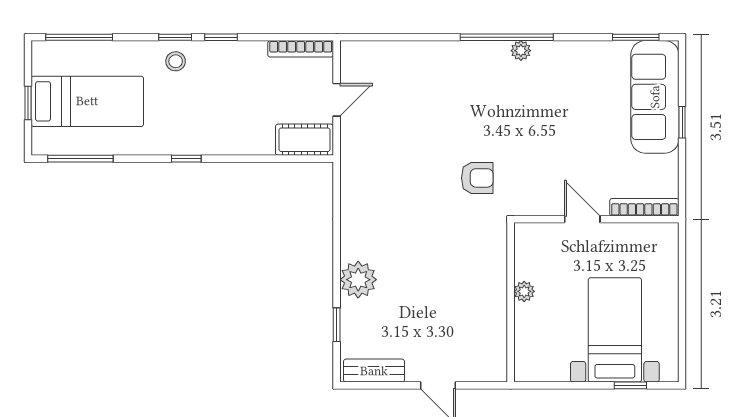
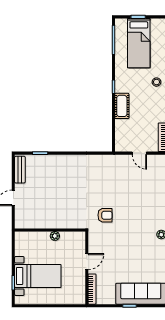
cot: (305, 140) -> (122, 106), moved
armchair: (477, 178) -> (105, 215), turned -90
plant: (358, 280) -> (60, 163), removed

